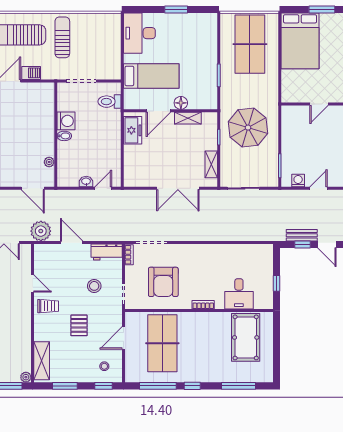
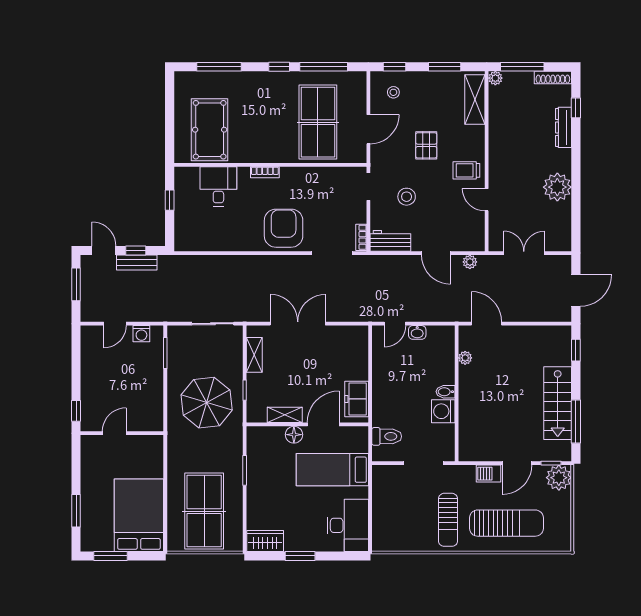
wardrobe: (203, 21) -> (265, 541), added
plant: (41, 231) -> (470, 262), width x0.53, depth x0.53
armchair: (163, 282) -> (284, 228), moved

